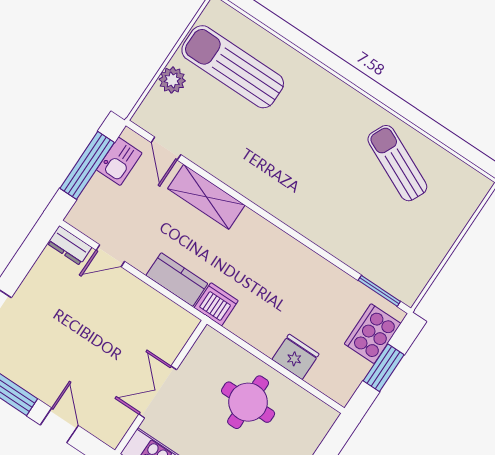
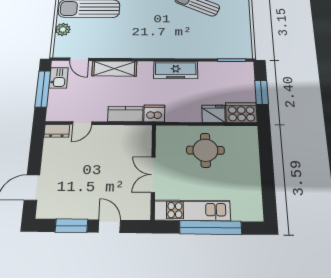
freezer: (290, 255) -> (176, 70), added
cooker: (373, 334) -> (241, 113), moved, turned 90

